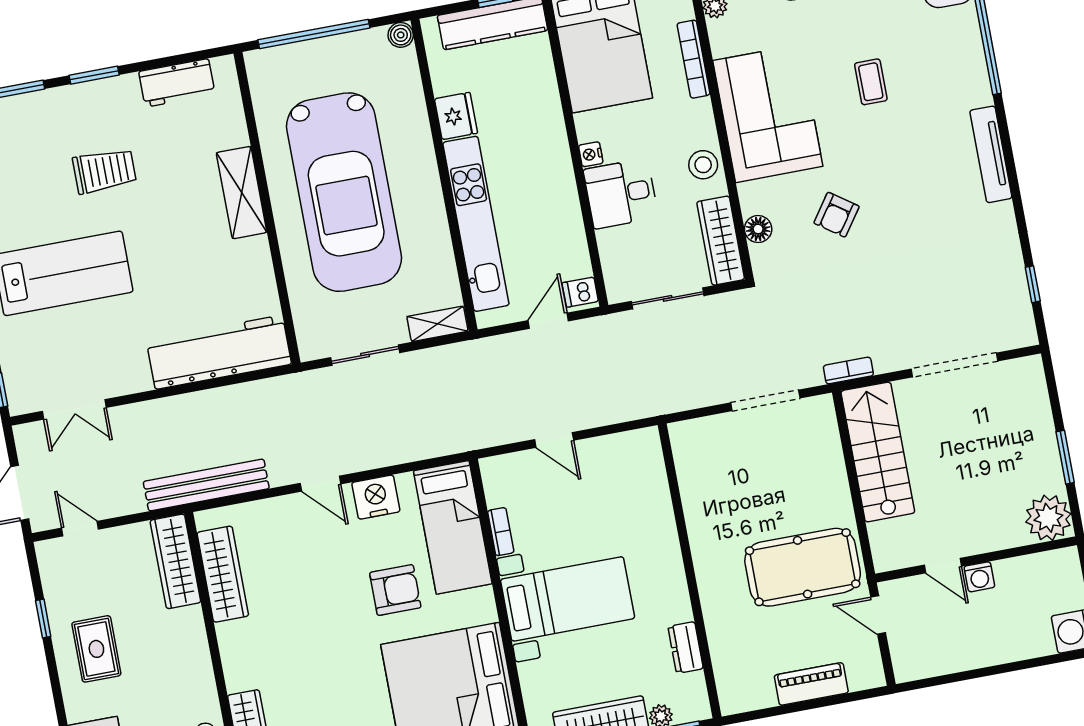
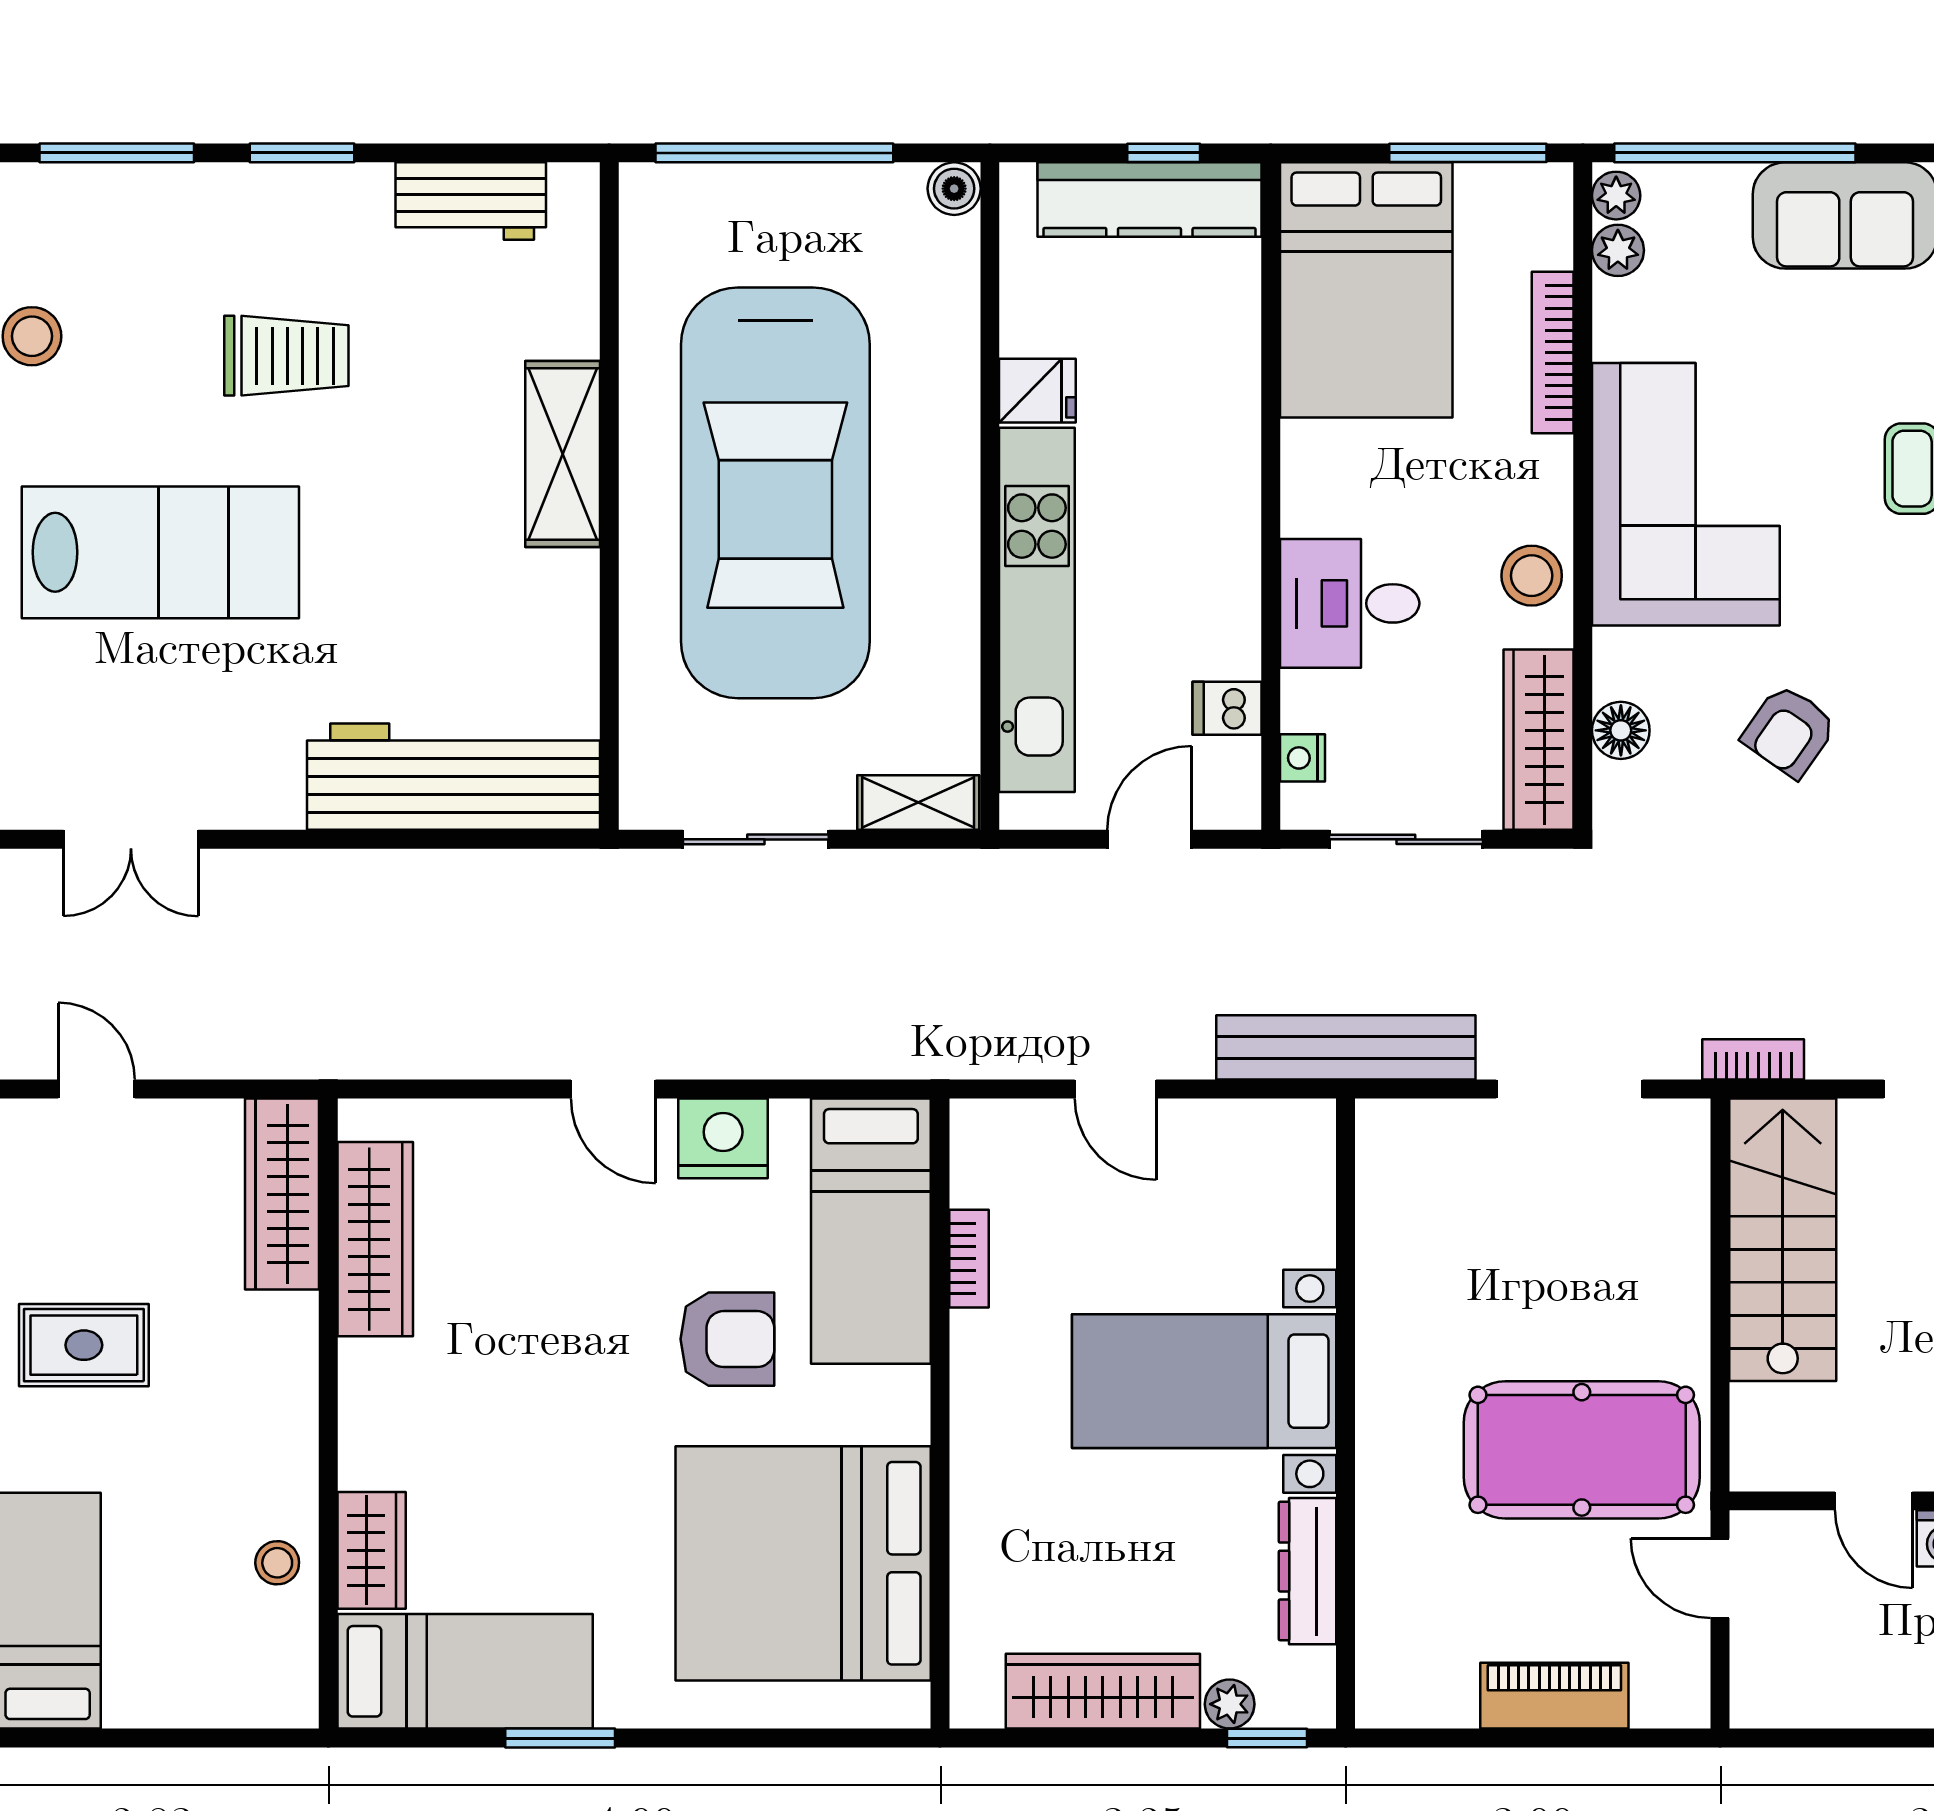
fridge: (456, 116) -> (1037, 391), width x0.72
nightstand: (591, 154) -> (1302, 758), moved
dishwasher: (580, 292) -> (1227, 708), moved
bench: (206, 485) -> (1346, 1047), moved
bed with nightstands: (568, 599) -> (1204, 1381), moved, turned 180
dresser: (686, 647) -> (1308, 1571), width x1.44
rug: (96, 649) -> (84, 1345), turned 90

